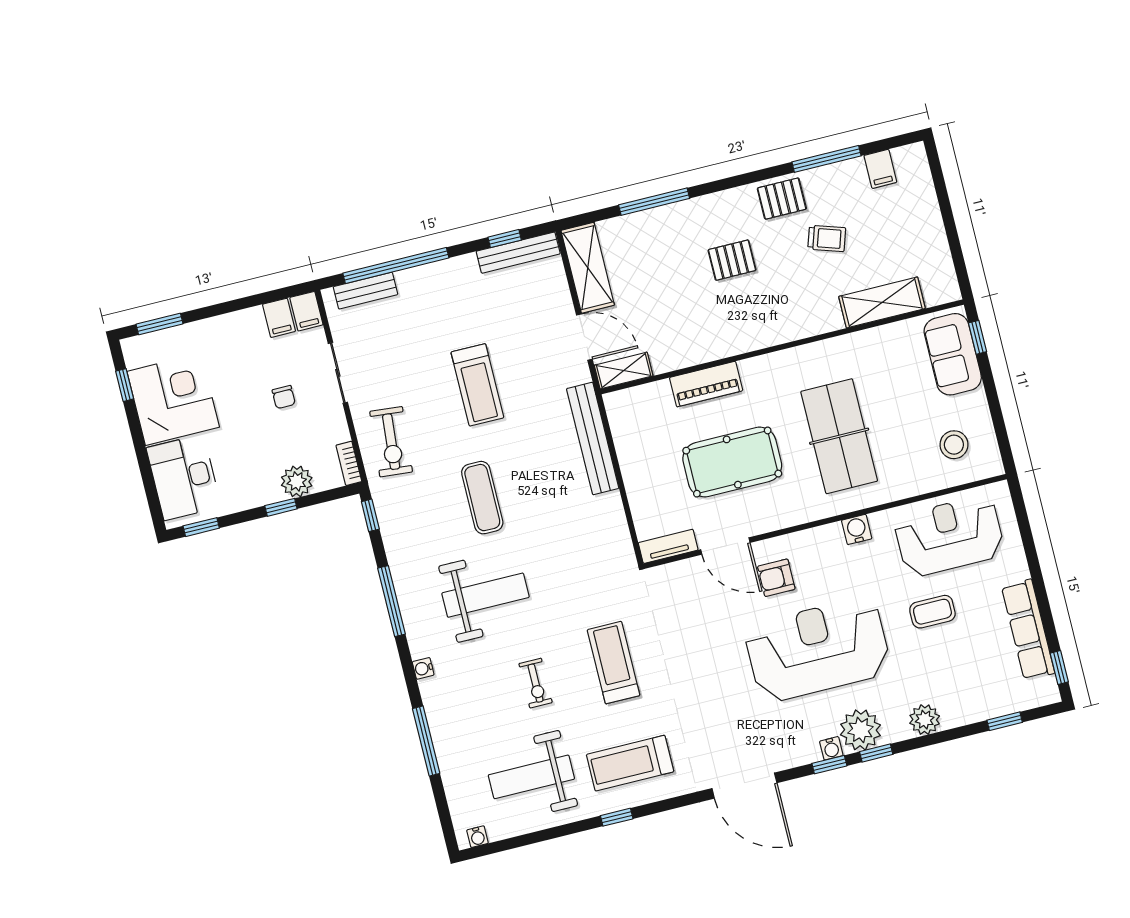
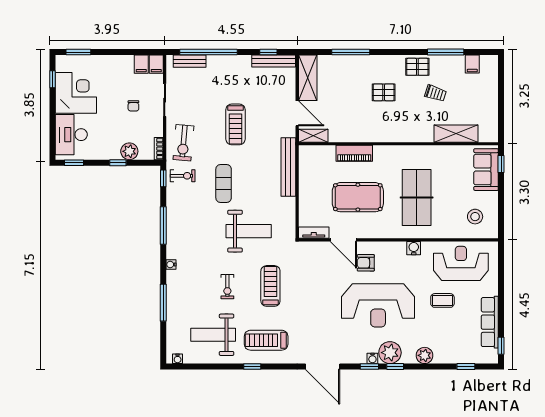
exercise bike: (405, 502) -> (183, 176), added
weight bench: (485, 595) -> (249, 231), moved
reception desk: (818, 650) -> (378, 305), turned 180

